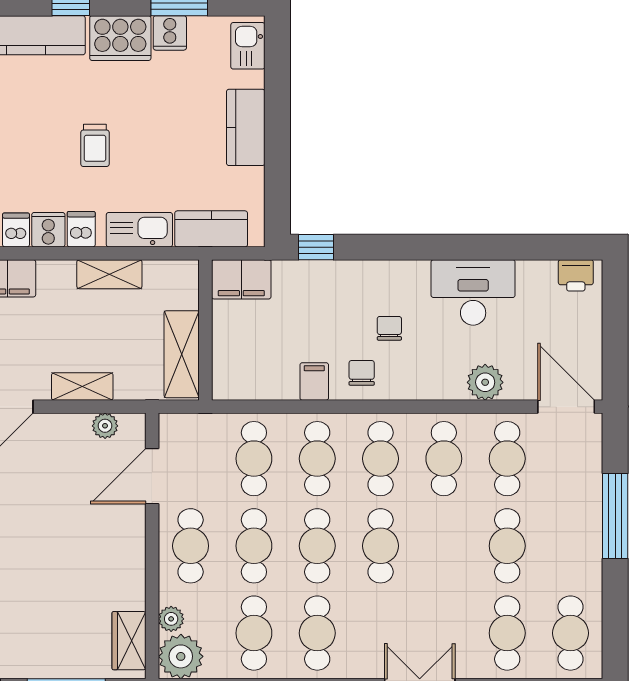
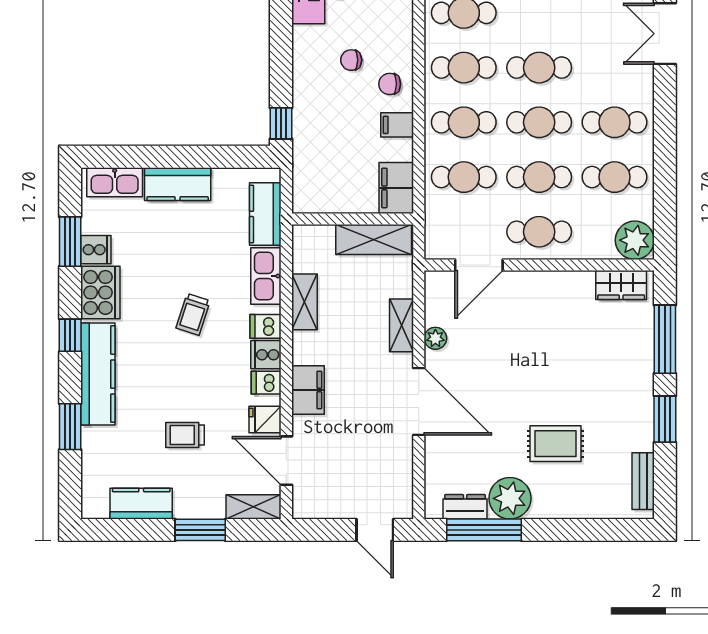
kitchen sink: (248, 46) -> (115, 182), width x1.38
trolley: (95, 145) -> (193, 314), turned 108
filing cabinet: (241, 279) -> (396, 188), moved, turned 180
plant: (105, 426) -> (435, 338), moved
door: (152, 476) -> (479, 265), hinge flipped
plant: (171, 619) -> (602, 249), removed

